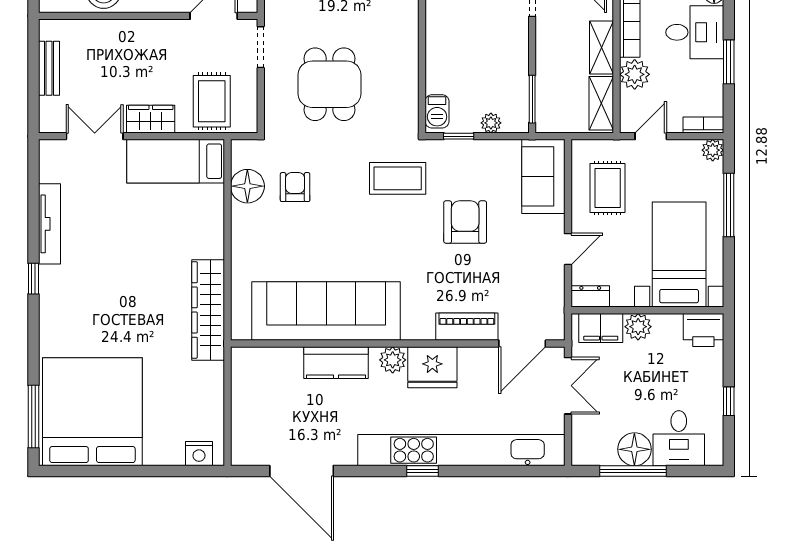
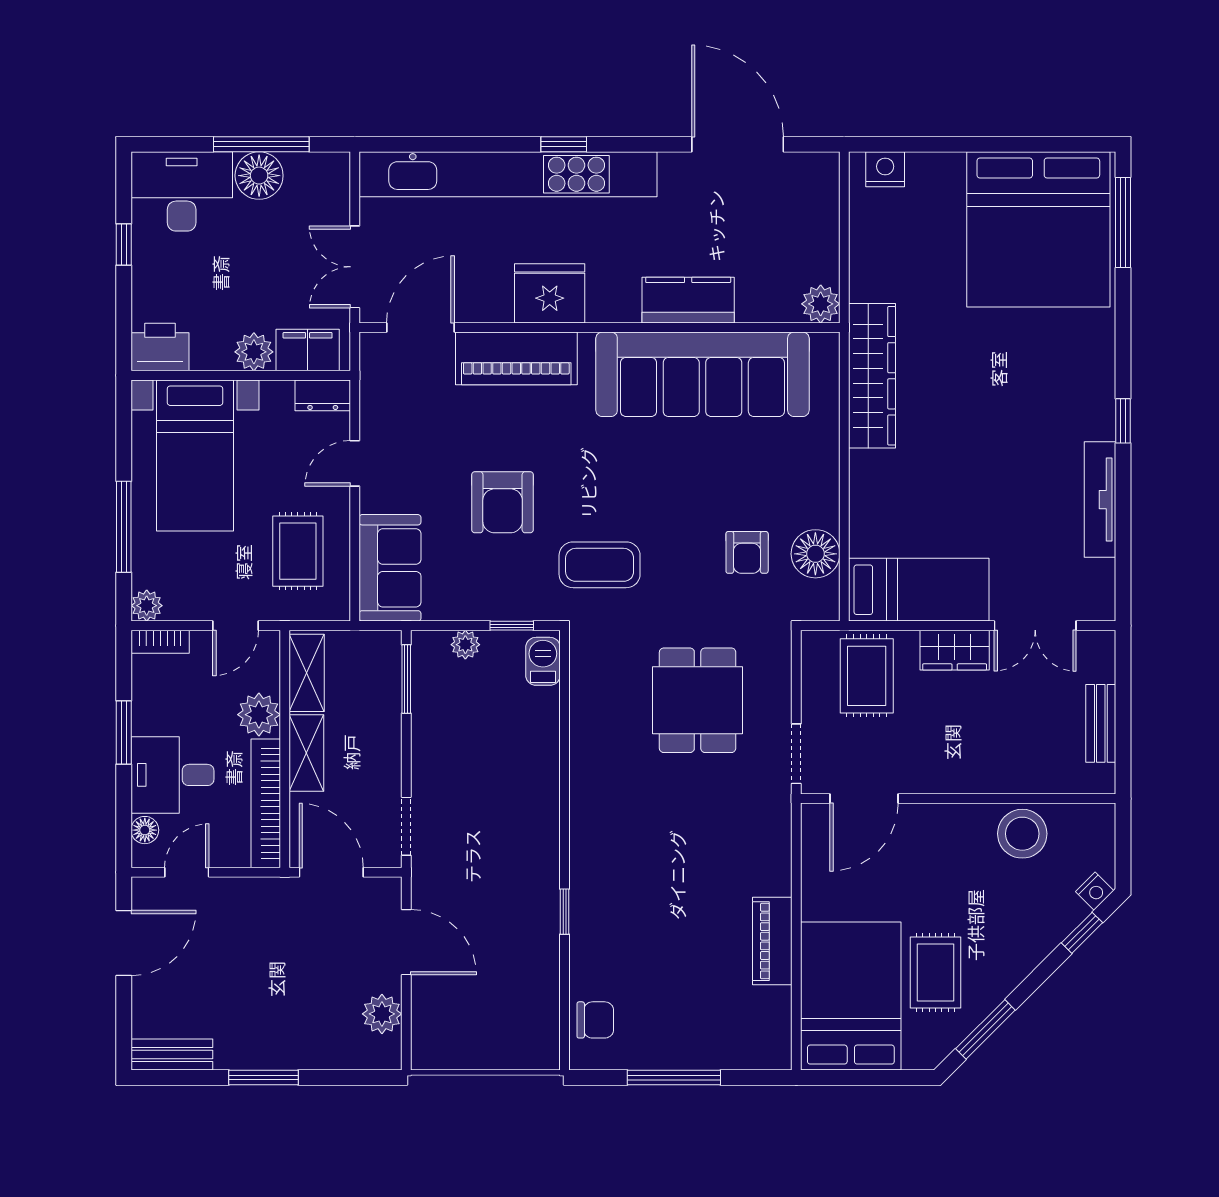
piano: (467, 327) -> (516, 358), width x1.37, depth x1.33
plant: (393, 360) -> (821, 304), moved
desk: (679, 438) -> (182, 191), width x1.37

